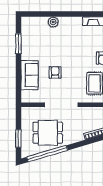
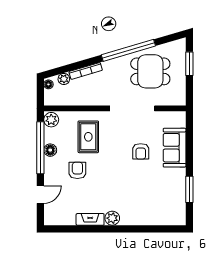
plant: (53, 22) -> (112, 218), moved
window: (47, 154) -> (128, 50), moved

